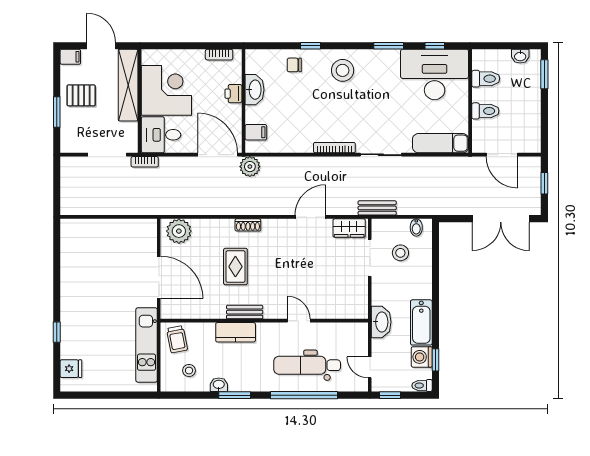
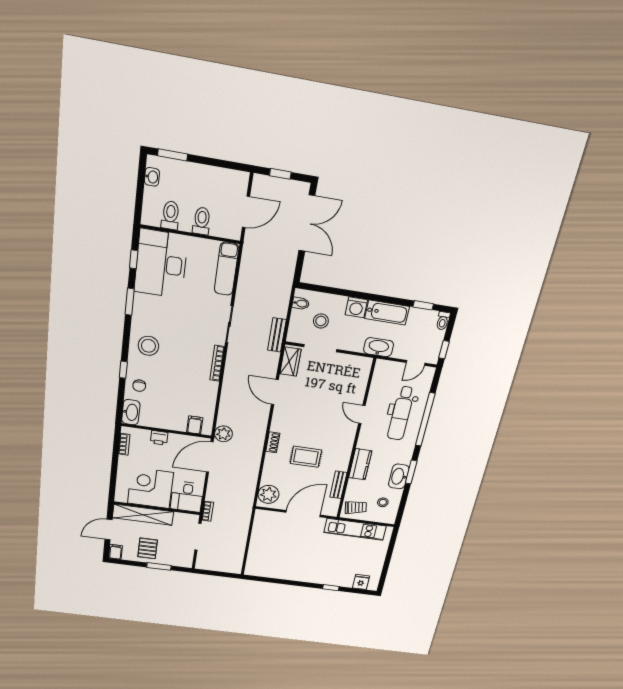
washbasin: (255, 90) -> (131, 412), moved, turned 90
bench: (245, 312) -> (338, 485), moved
door: (299, 321) -> (362, 414), hinge flipped
washing machine: (422, 357) -> (356, 307), moved
washbasin: (219, 385) -> (399, 476), width x1.91, depth x1.45

